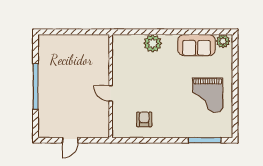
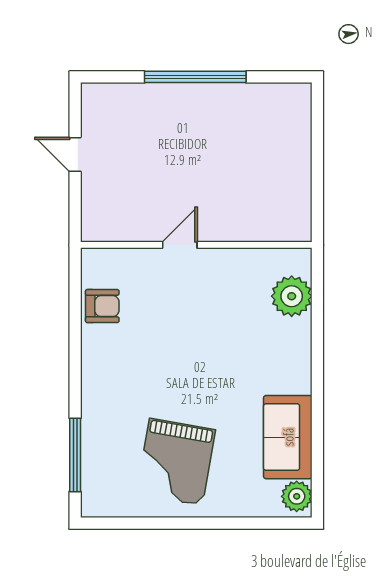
plant: (153, 43) -> (292, 296), moved
grand piano: (208, 95) -> (176, 462), turned -80
armchair: (144, 119) -> (102, 306), moved

